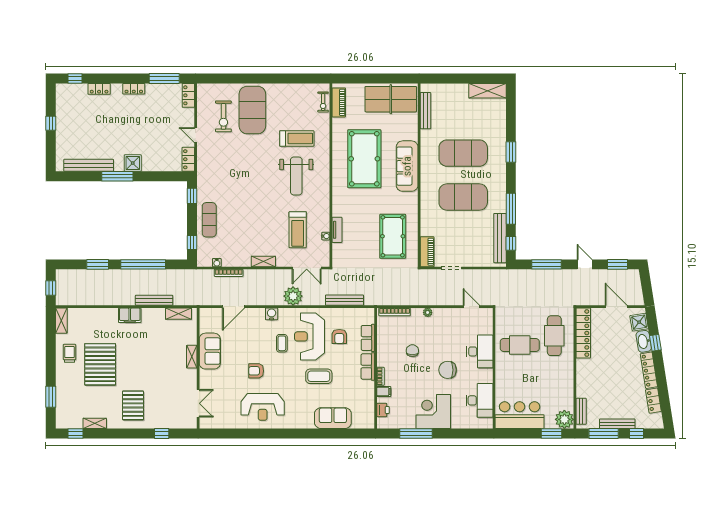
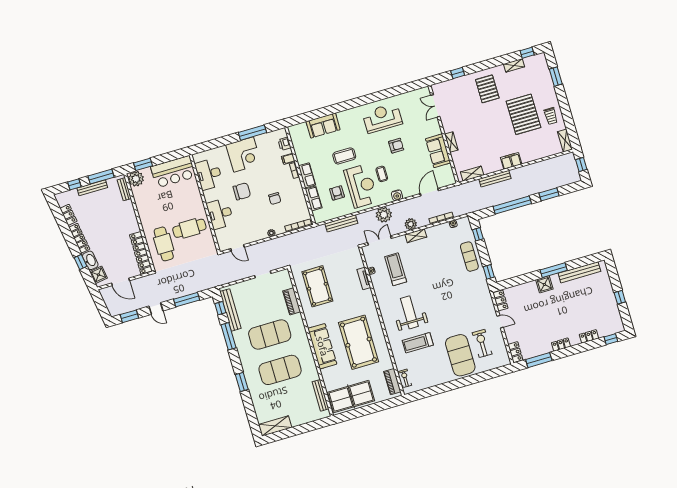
piano: (427, 252) -> (292, 301), moved
plant: (265, 276) -> (411, 224), added

